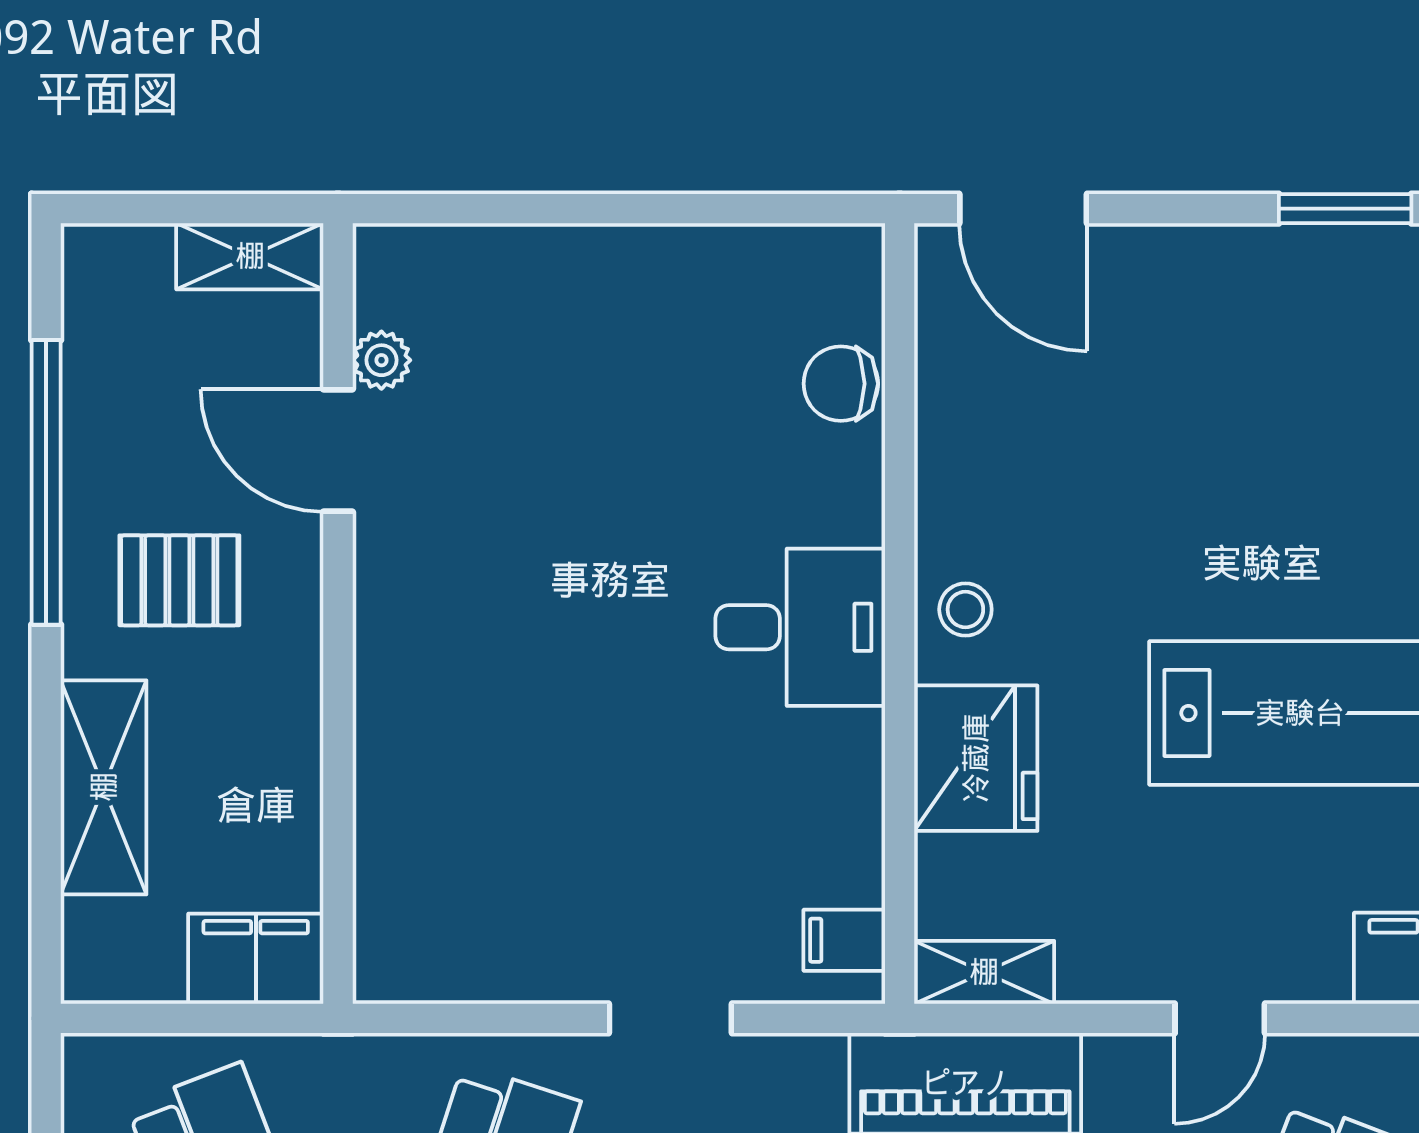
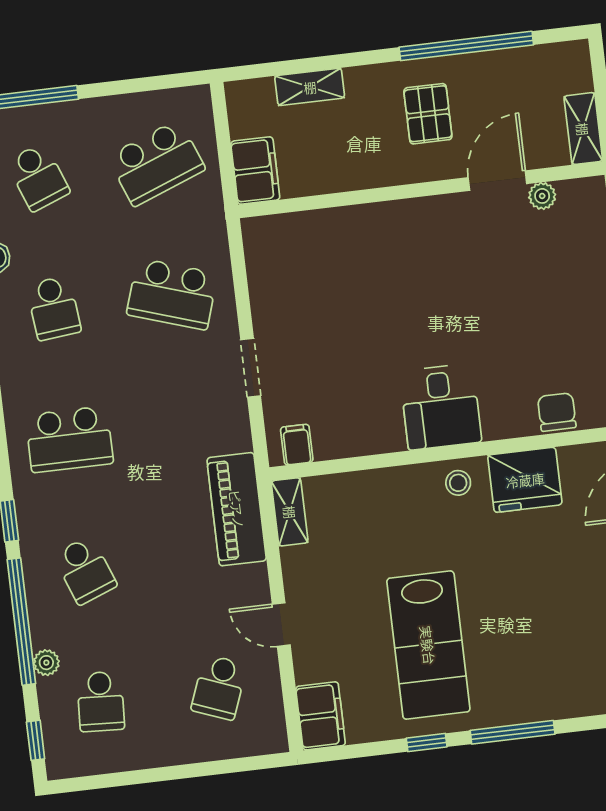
fridge: (976, 758) -> (525, 480), moved
shelving: (104, 787) -> (310, 87), width x0.67, depth x0.75

